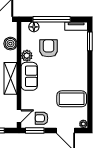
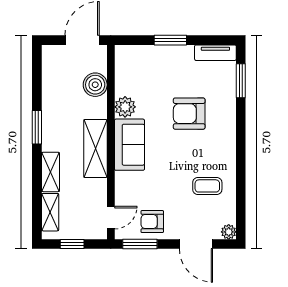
window: (52, 19) -> (170, 40), width x0.47
floor lamp: (34, 27) -> (138, 54), removed
armchair: (49, 48) -> (189, 114), moved, turned -90
coffee table: (72, 99) -> (207, 186), width x0.54, depth x0.58

